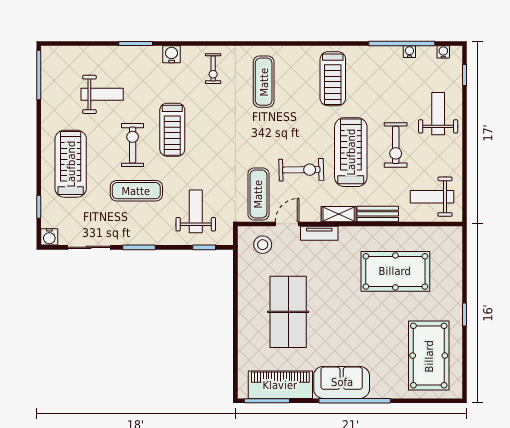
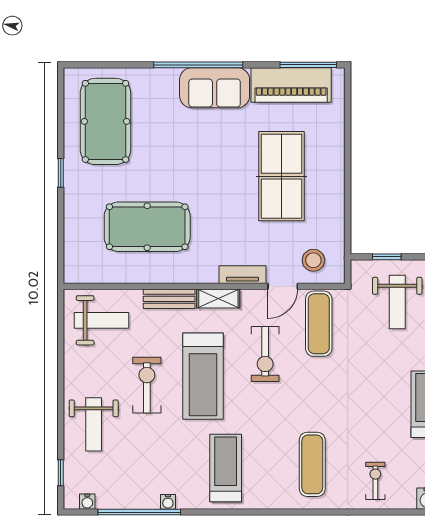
water cooler: (409, 52) -> (168, 502), moved
exercise bike: (301, 170) -> (265, 354), turned -89

